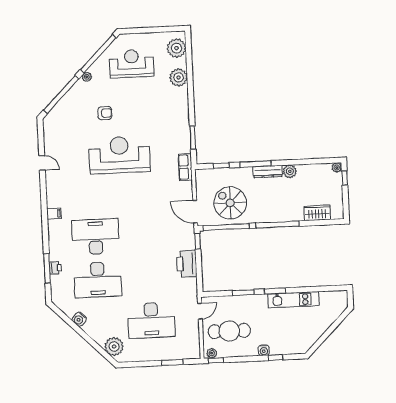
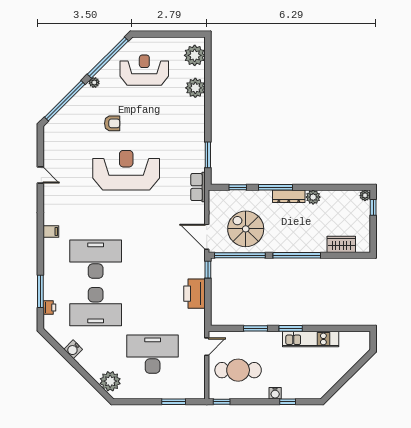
printer: (55, 268) -> (49, 307), moved
desk: (151, 320) -> (153, 354), turned 180
plant: (212, 353) -> (218, 394), removed

